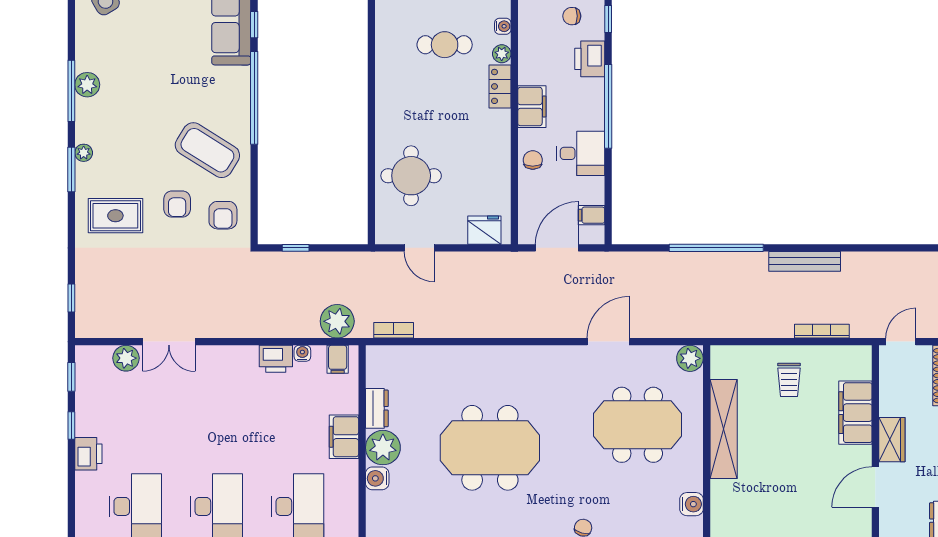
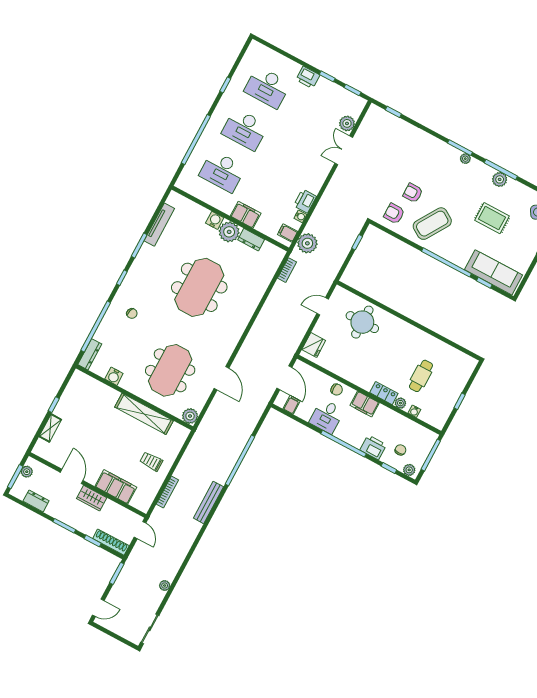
rug: (115, 216) -> (492, 218), moved, turned 90

